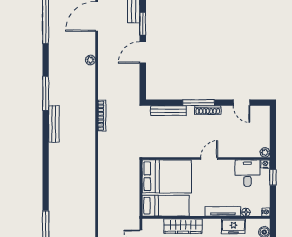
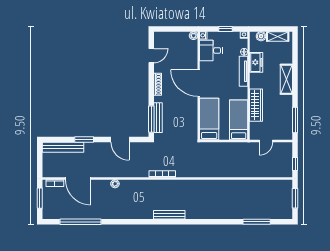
door: (143, 53) -> (120, 139), moved
window: (46, 93) -> (143, 222), removed
window: (199, 103) -> (151, 119), moved
door: (209, 159) -> (199, 83), width x1.87
bed: (167, 176) -> (209, 119), width x0.67
window: (273, 177) -> (226, 29), moved

